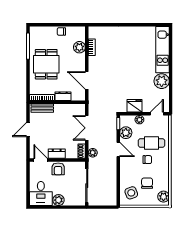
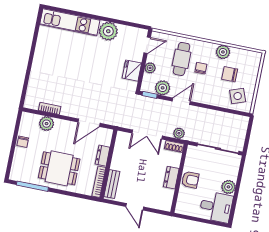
door: (157, 114) -> (147, 45), swing flipped
door: (41, 160) -> (175, 199), removed
plant: (163, 197) -> (223, 52), moved

